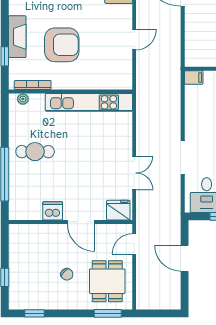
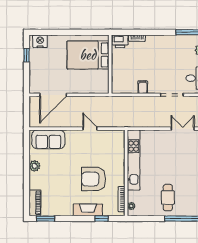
armchair: (62, 45) -> (94, 179), turned -90
filing cabinet: (194, 77) -> (143, 87), moved

